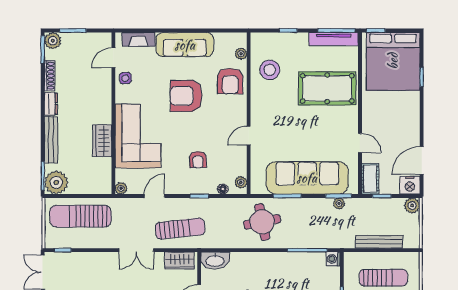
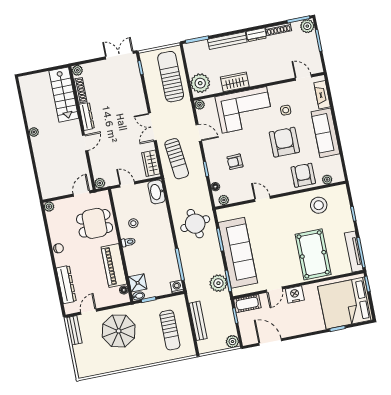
side table: (125, 78) -> (286, 110), moved
armchair: (230, 81) -> (303, 175), turned 90
plant: (56, 182) -> (200, 83), moved
nightstand: (410, 185) -> (295, 295), moved, turned 90
plant: (339, 203) -> (218, 283), width x1.87, depth x1.87

